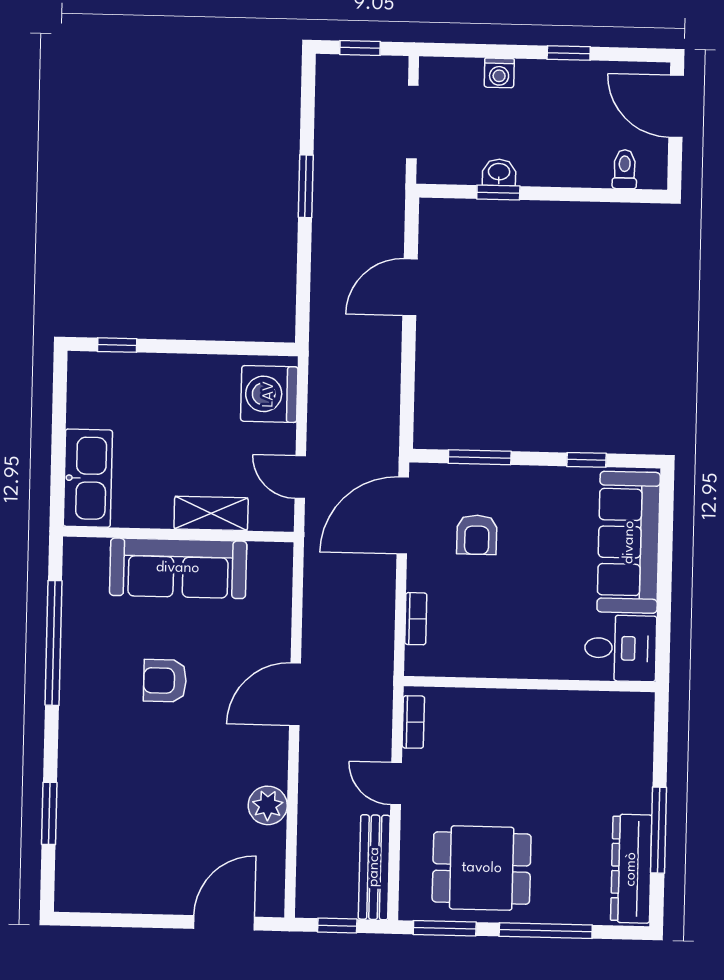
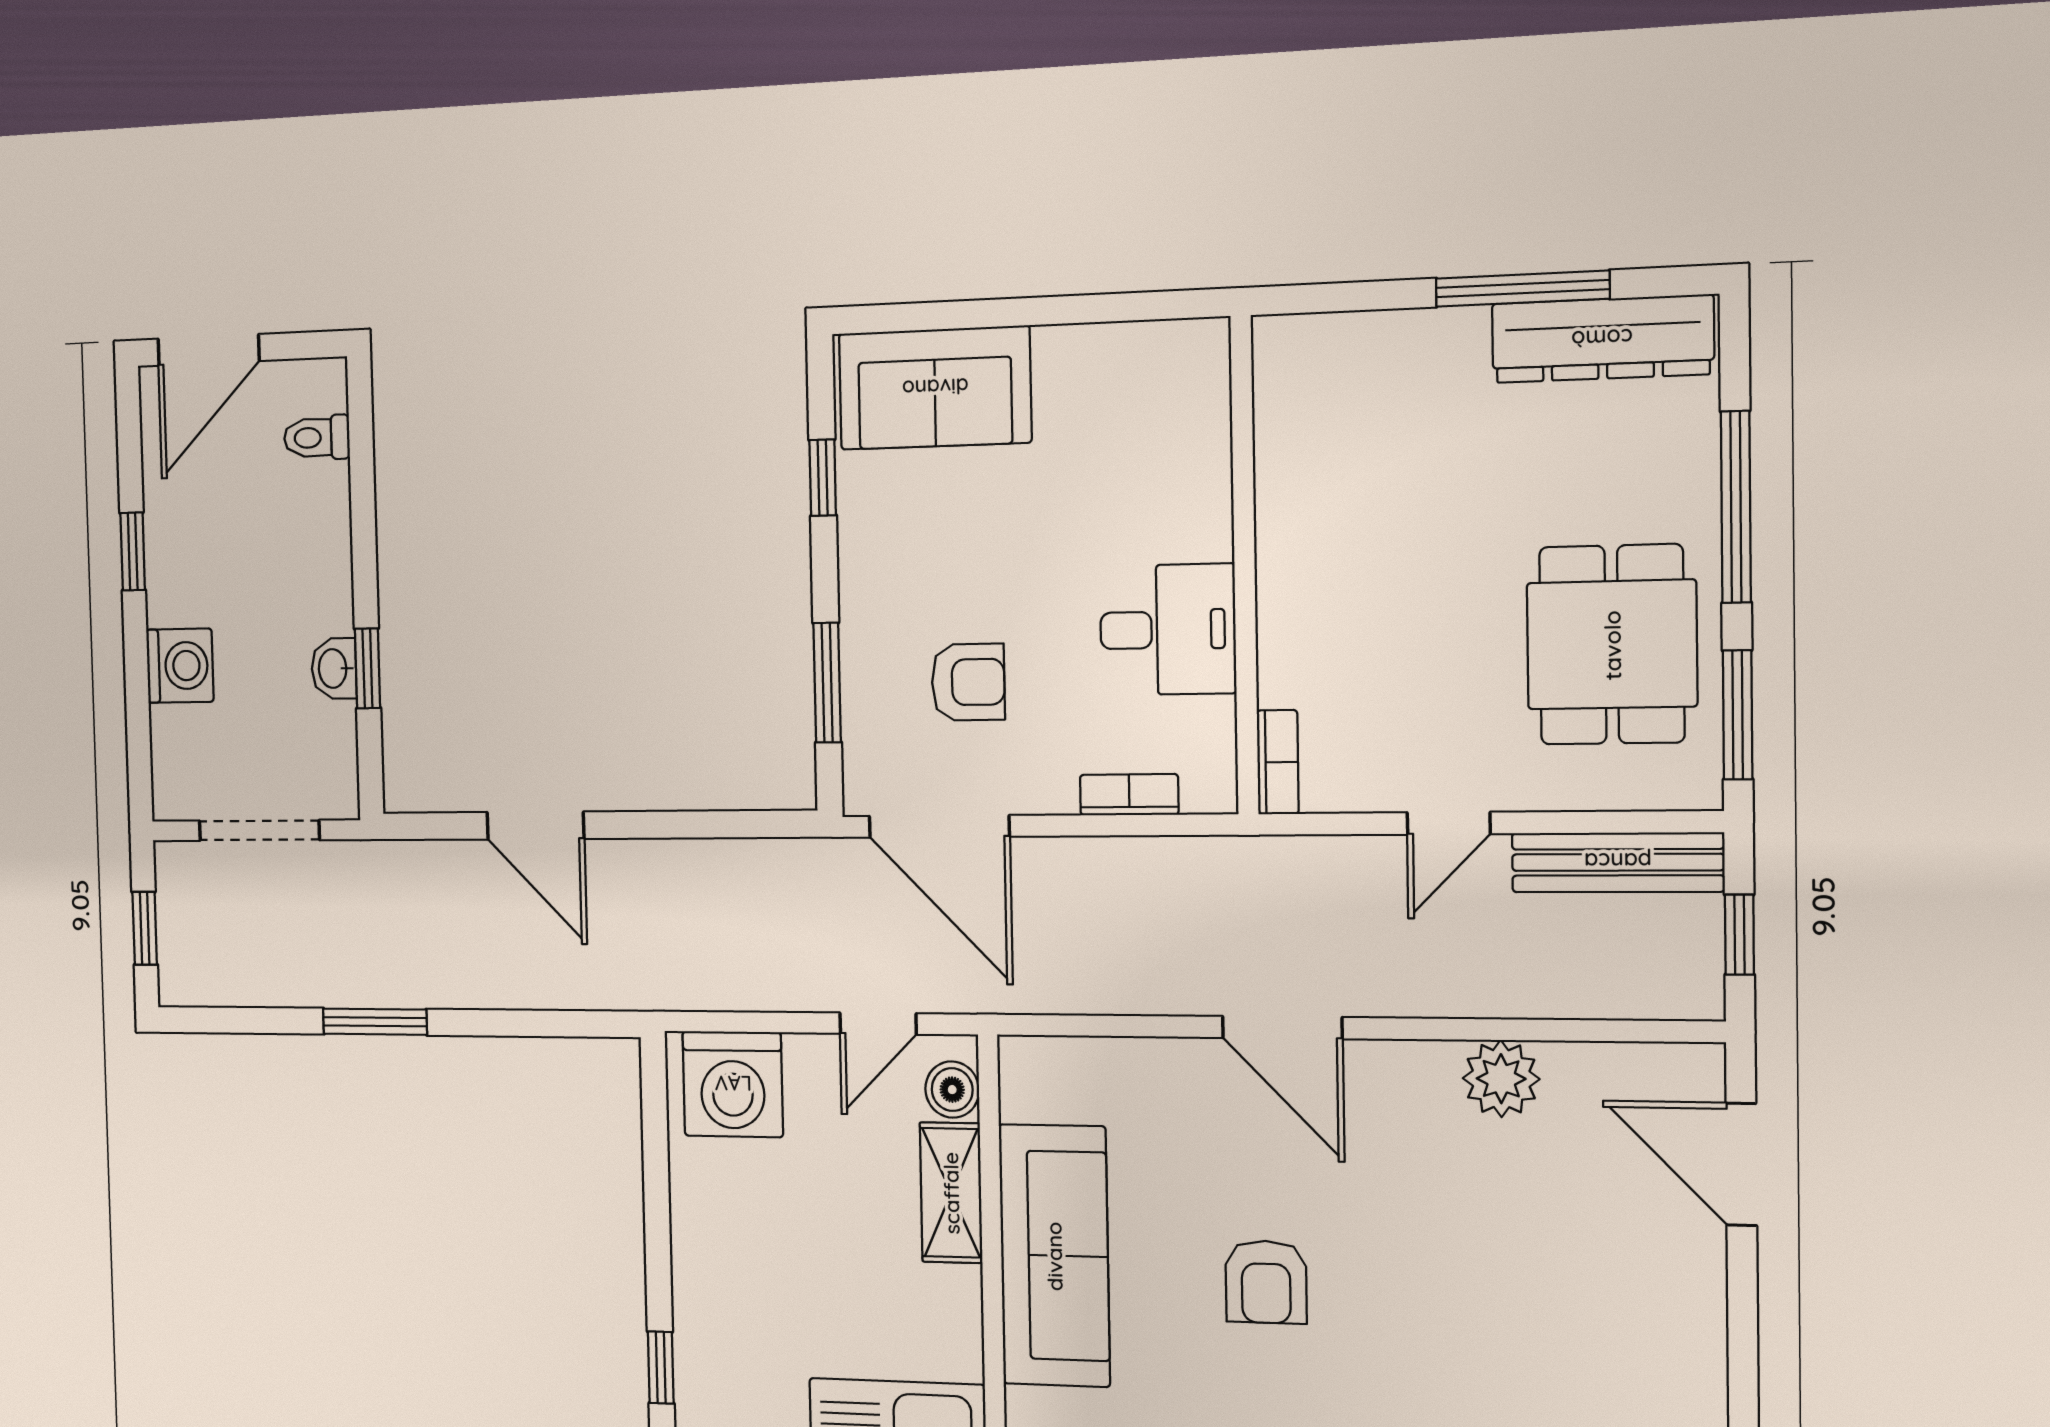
washing machine: (499, 73) -> (180, 666), width x1.38, depth x1.38
boiler: (265, 516) -> (952, 1090), added
sofa: (629, 542) -> (935, 388), width x0.73
desk: (620, 648) -> (1168, 630), moved, turned 90
bookcase: (413, 722) -> (1278, 762), moved, turned 90

